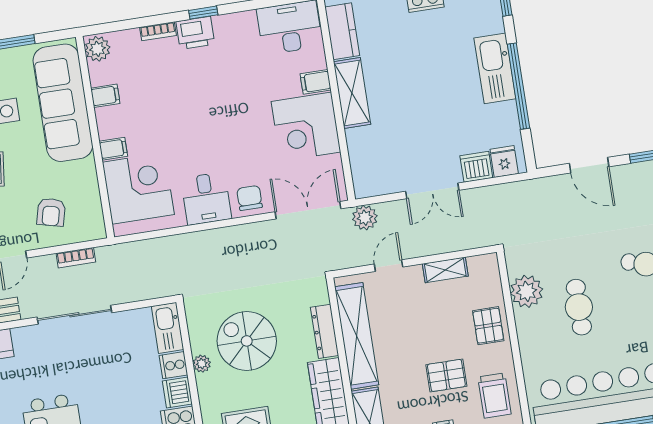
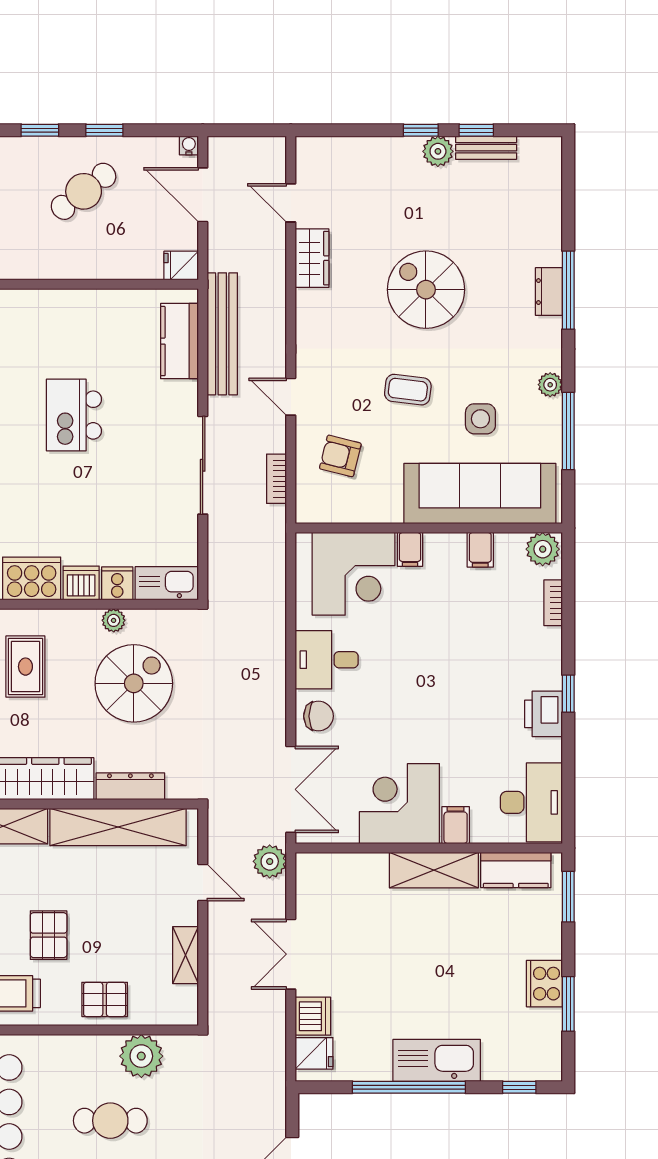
bookcase: (158, 31) -> (553, 603), moved
printer: (195, 33) -> (543, 714), moved

